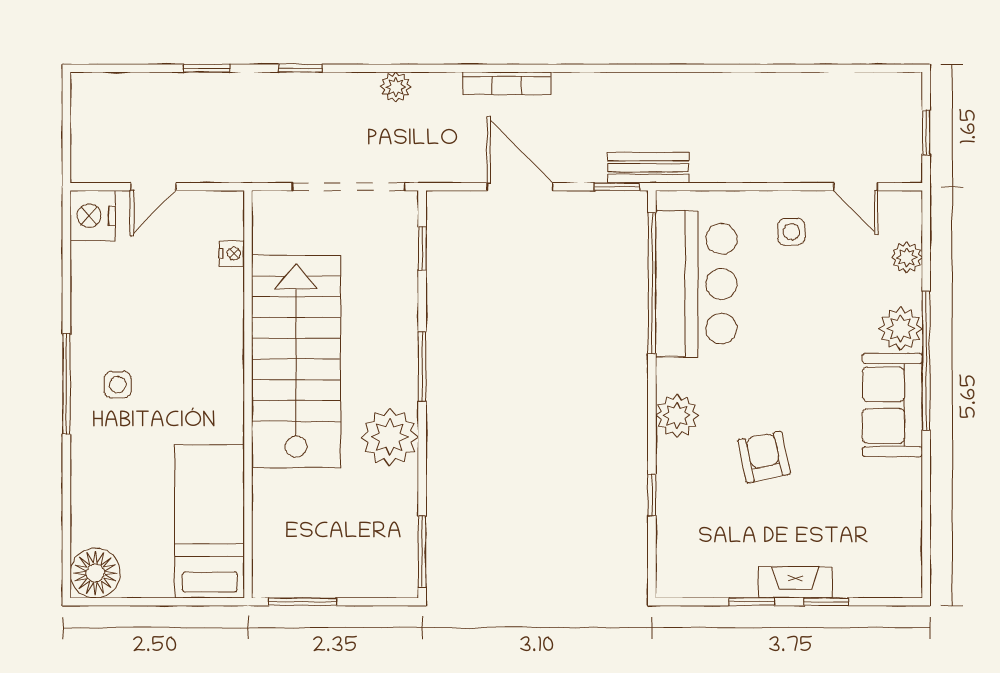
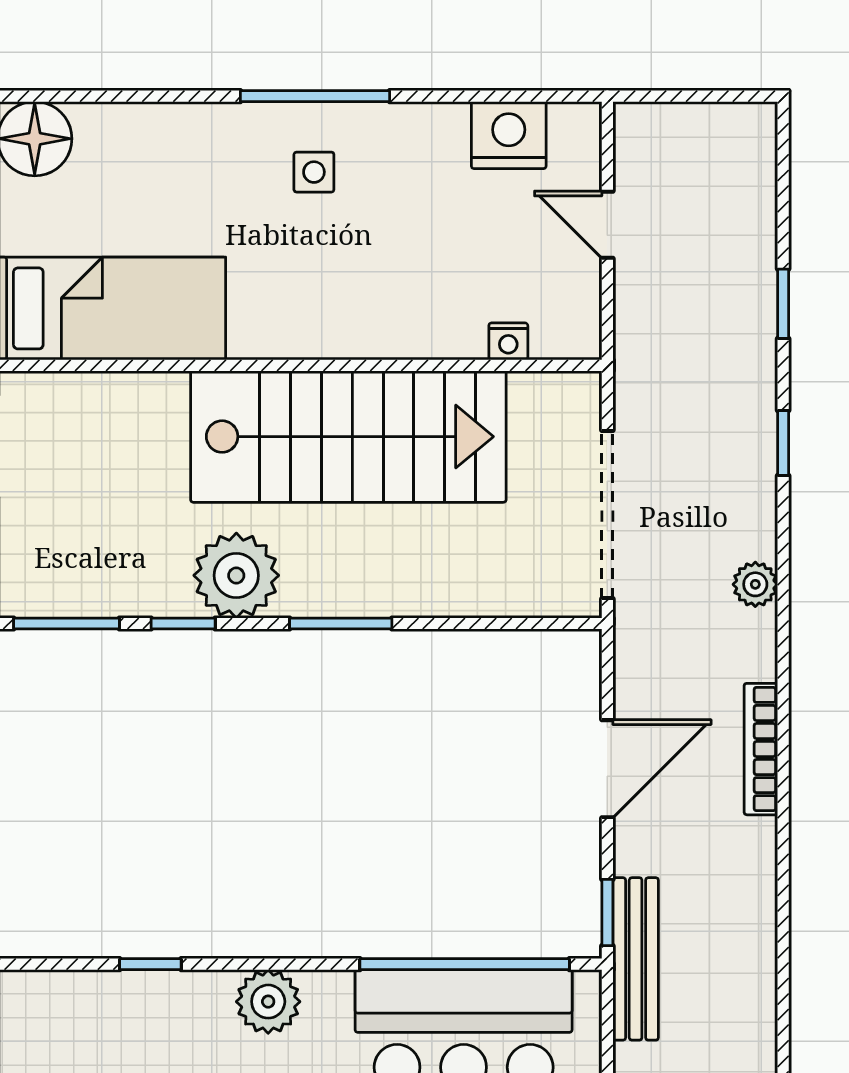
bench: (648, 168) -> (636, 959), width x1.36
nightstand: (93, 216) -> (509, 135), moved
window: (422, 248) -> (183, 624), moved

